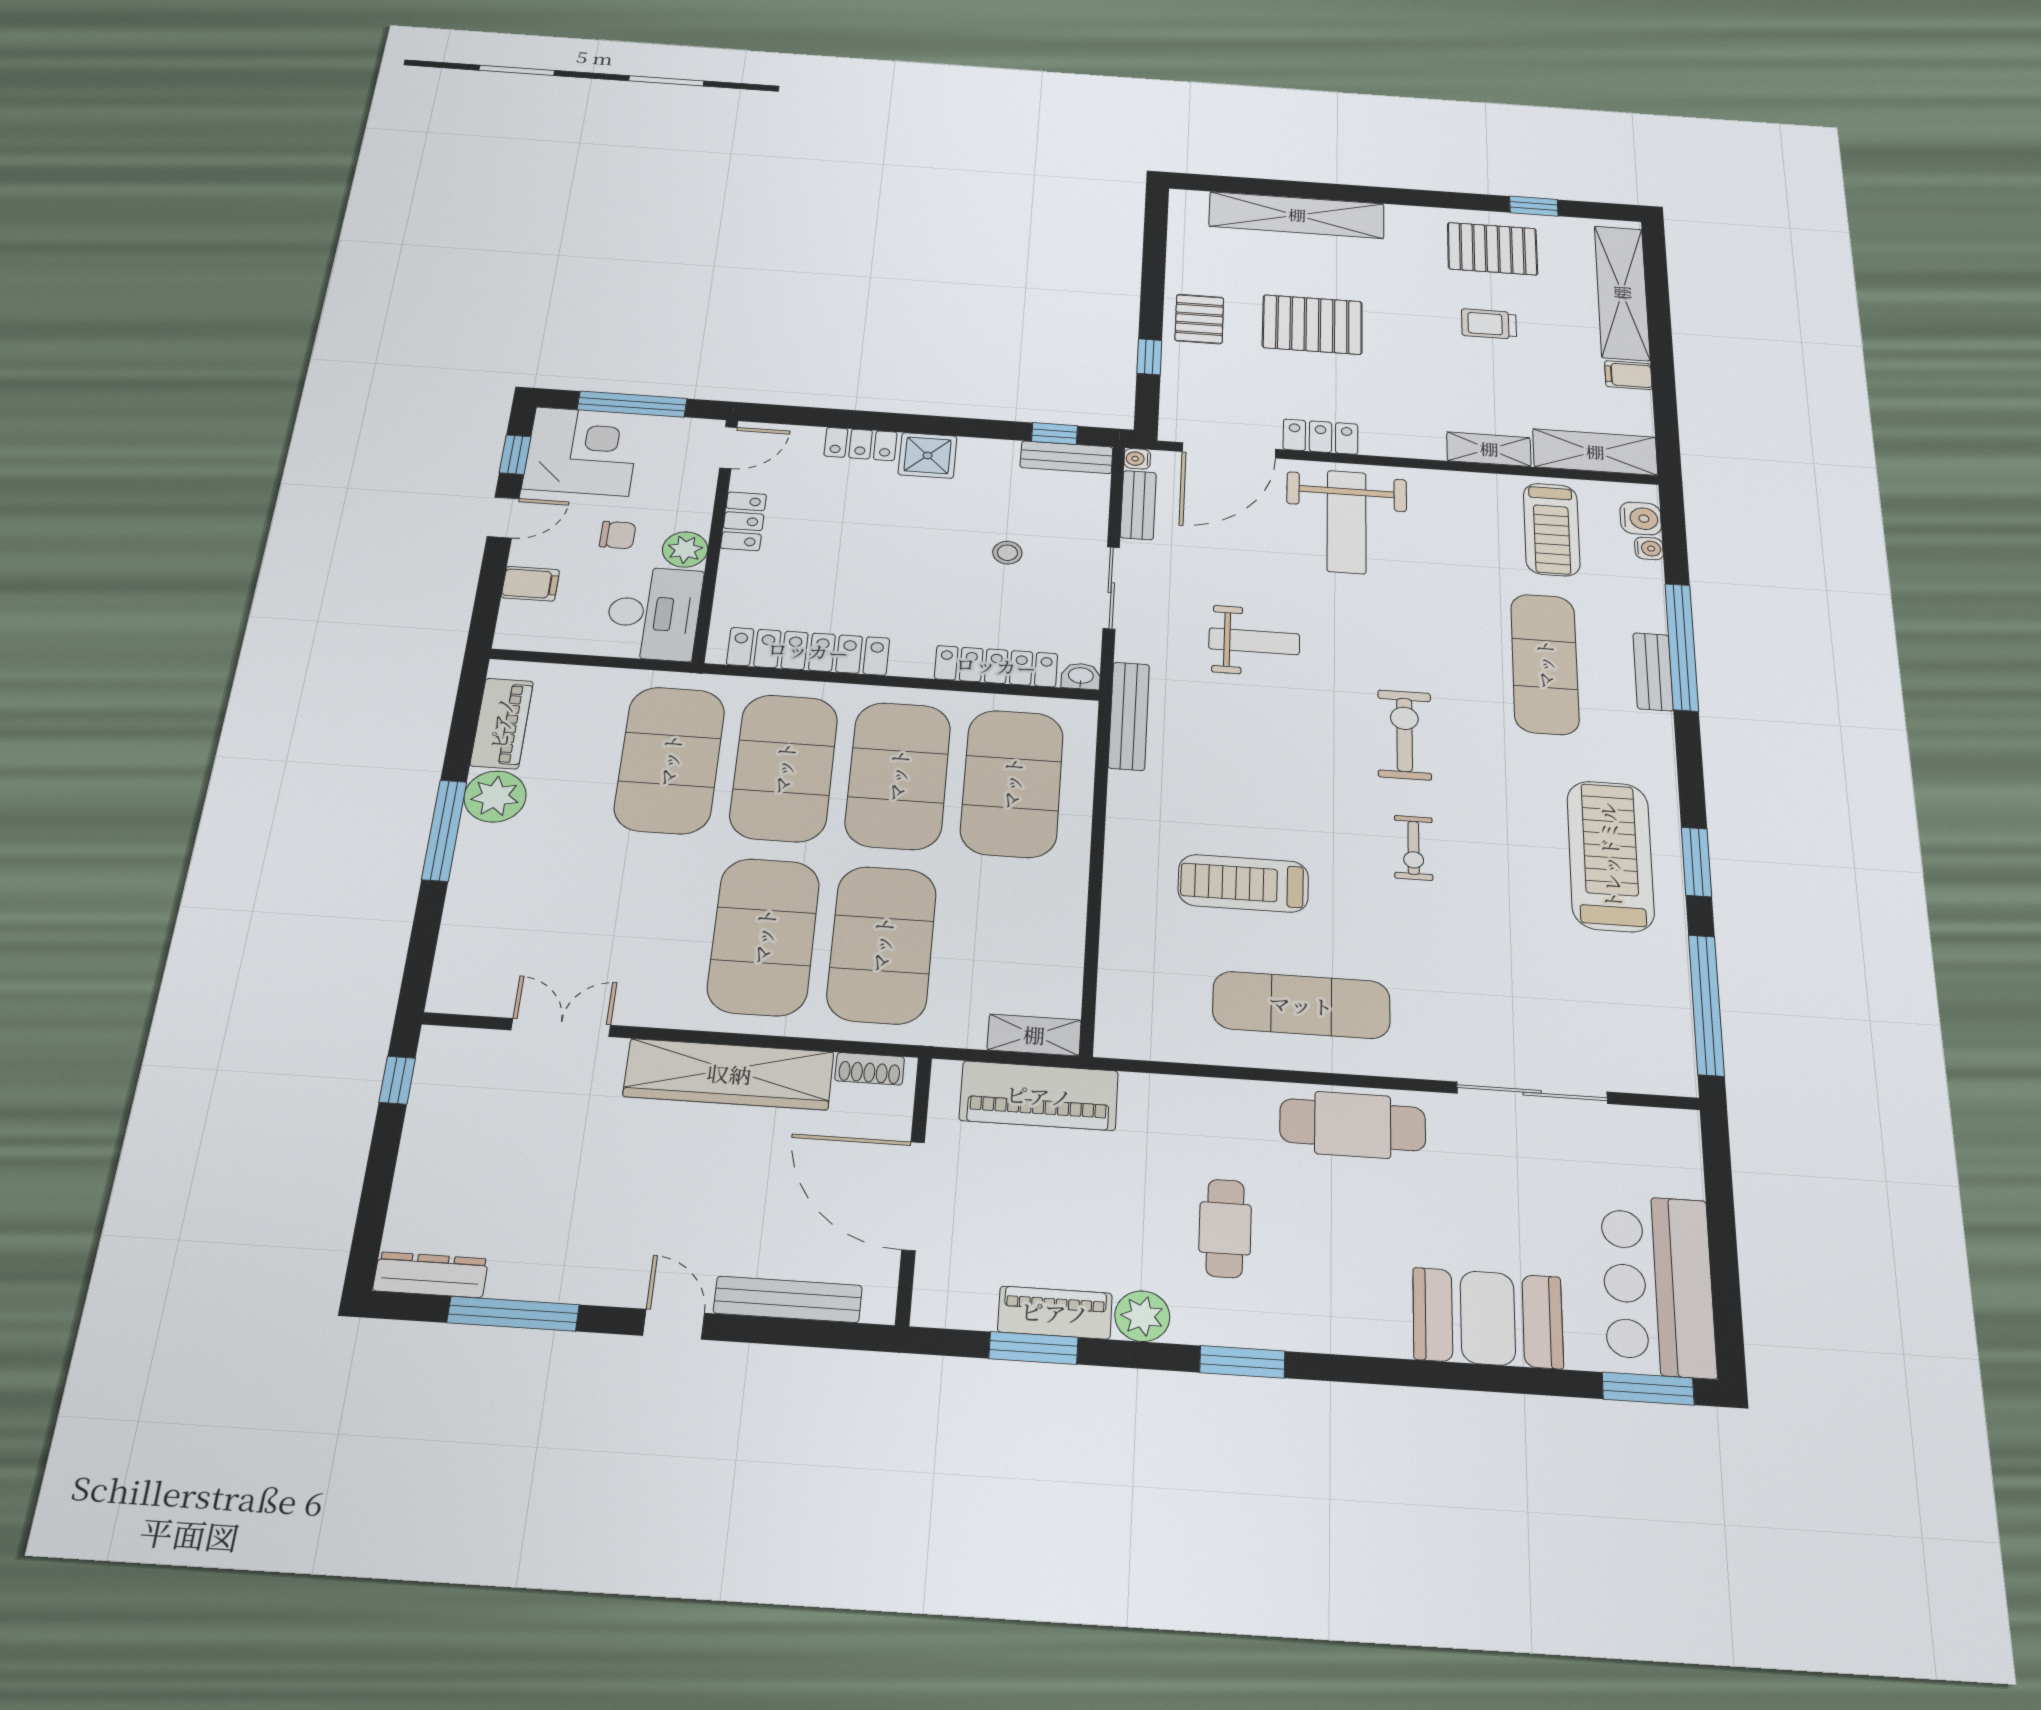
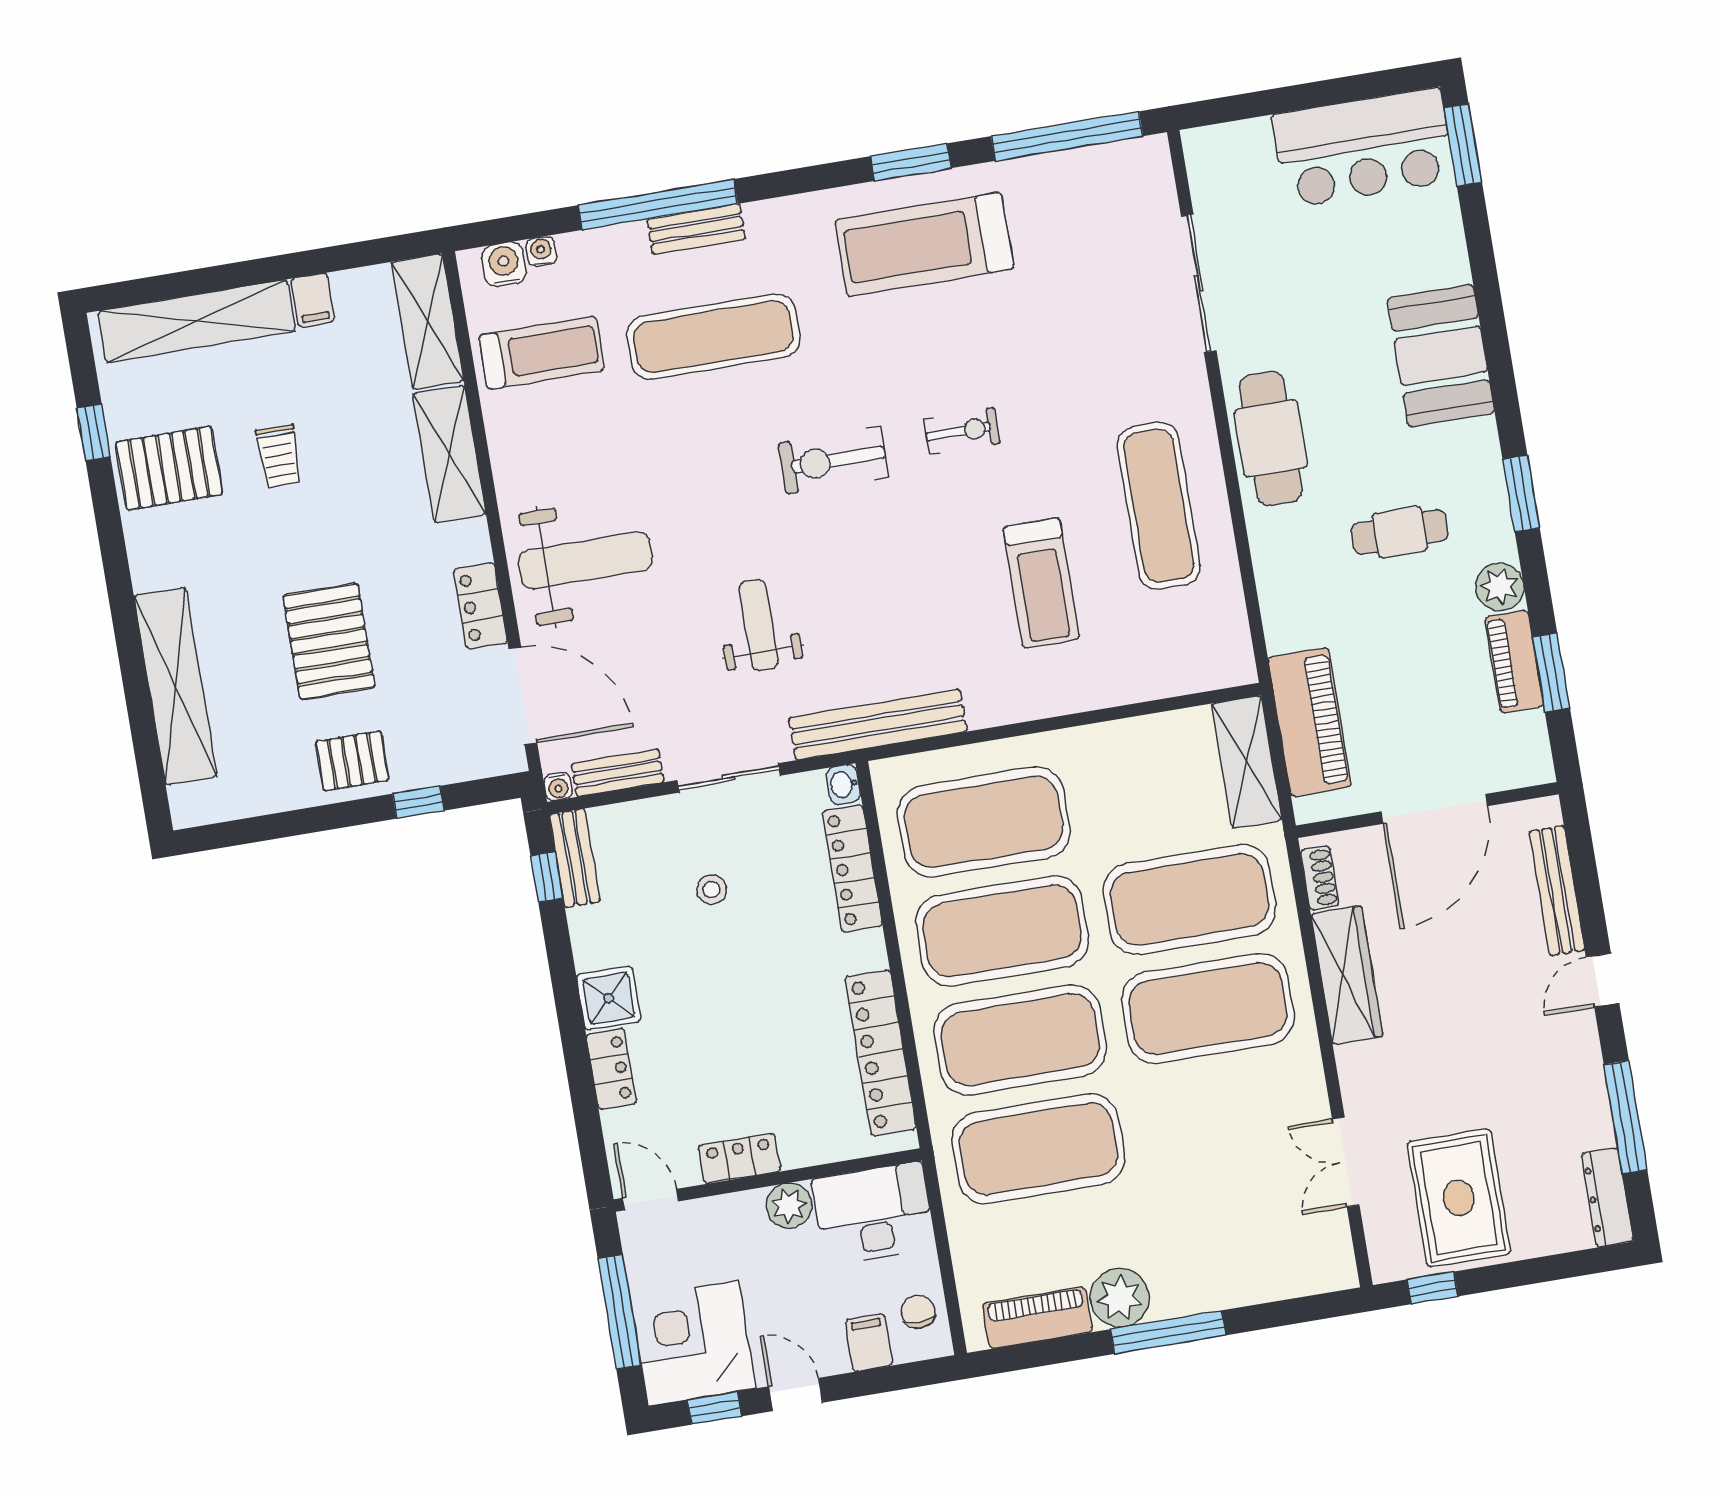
pallet: (1492, 249) -> (169, 468), turned 90
shelving: (1489, 449) -> (449, 454), width x1.50, depth x1.33
chair: (618, 535) -> (918, 1312), moved
bench: (1129, 716) -> (878, 725), width x1.37, depth x1.21
shelving: (1034, 1035) -> (1247, 762), width x1.50, depth x1.33
wardrobe: (729, 1074) -> (1347, 975), width x0.71, depth x0.85
rug: (484, 1127) -> (1459, 1198), added
booth: (1488, 1318) -> (1441, 356), moved

